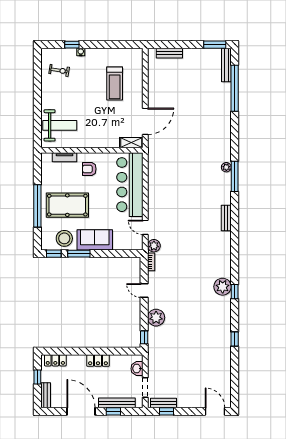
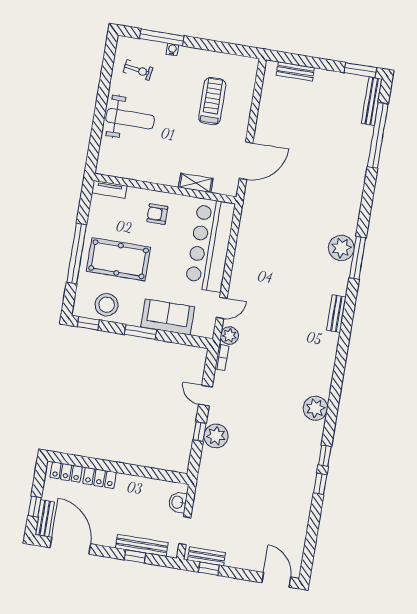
window: (72, 45) -> (162, 37), width x2.17
treadmill: (115, 84) -> (212, 101), turned 180
weight bench: (60, 125) -> (130, 119), moved
shelving: (131, 143) -> (196, 183), moved
tv unit: (64, 157) -> (109, 189), moved
plant: (226, 167) -> (341, 248), width x1.87, depth x1.87
door: (145, 227) -> (222, 308), swing flipped
sofa: (95, 240) -> (168, 317), moved
window: (79, 254) -> (141, 332), moved
window: (235, 292) -> (325, 456), moved
window: (144, 337) -> (200, 432), moved
locker: (98, 360) -> (99, 478), moved
window: (37, 377) -> (35, 506), moved
door: (81, 411) -> (70, 546), moved

